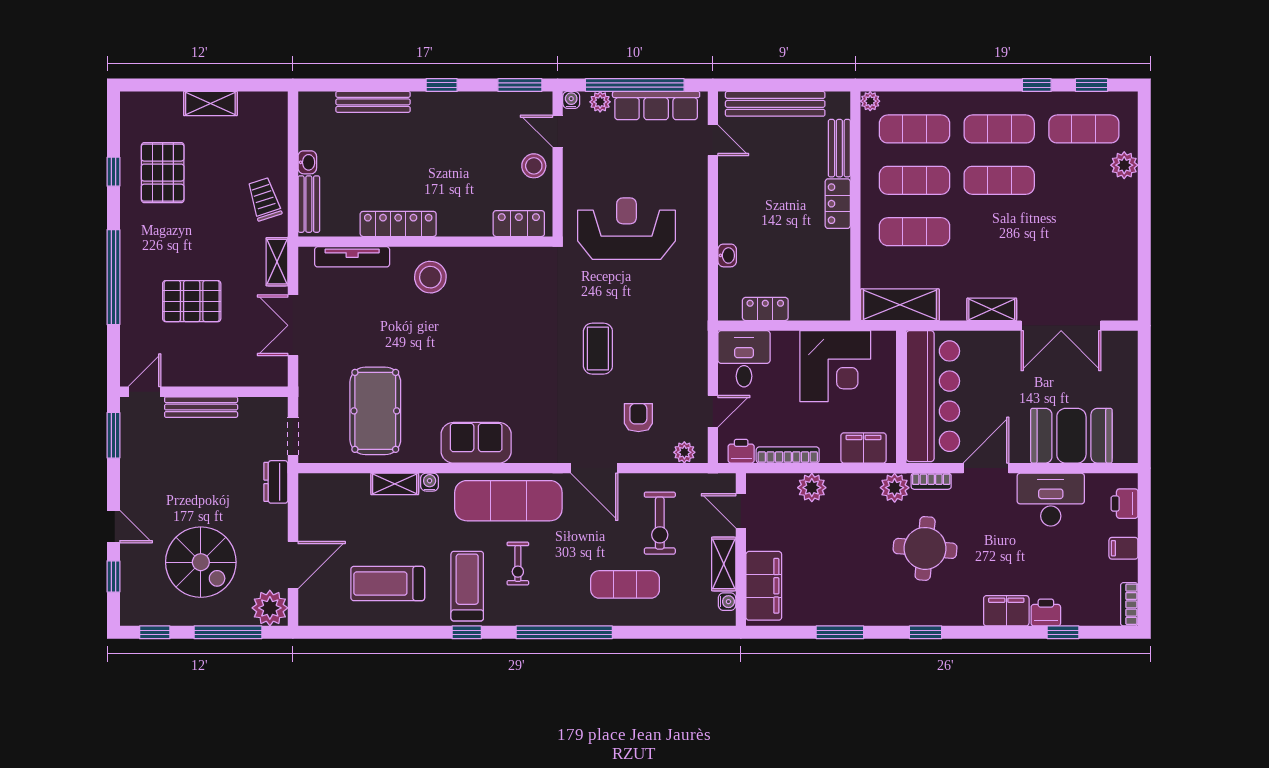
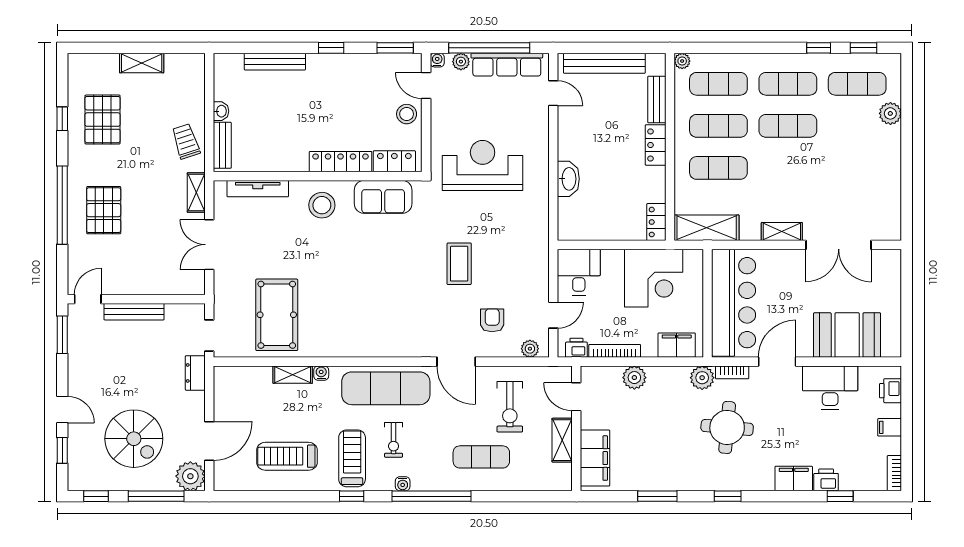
locker: (398, 224) -> (341, 162), moved
washbasin: (727, 255) -> (568, 179), width x1.91, depth x1.45
pallet: (192, 301) -> (104, 210), moved, turned 90
locker: (765, 309) -> (656, 222), moved, turned -90
sofa: (476, 443) -> (383, 197), moved, turned 180
water cooler: (727, 602) -> (403, 484), moved, turned 90

